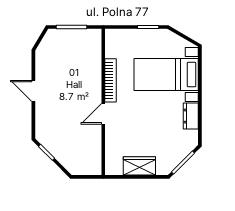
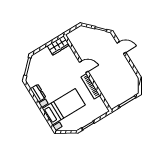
door: (33, 91) -> (122, 48), moved
door: (103, 114) -> (84, 67), hinge flipped
wardrobe: (139, 166) -> (58, 45), moved

